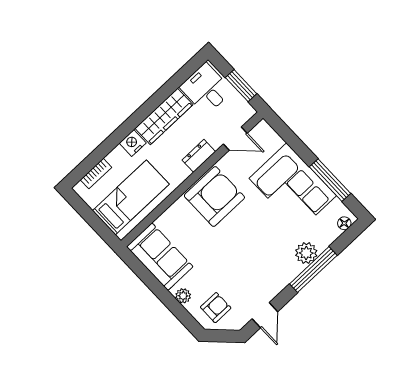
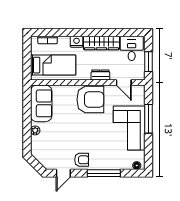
window: (330, 180) -> (148, 119), moved
plant: (306, 253) -> (107, 163), removed
armchair: (216, 308) -> (82, 160), moved

